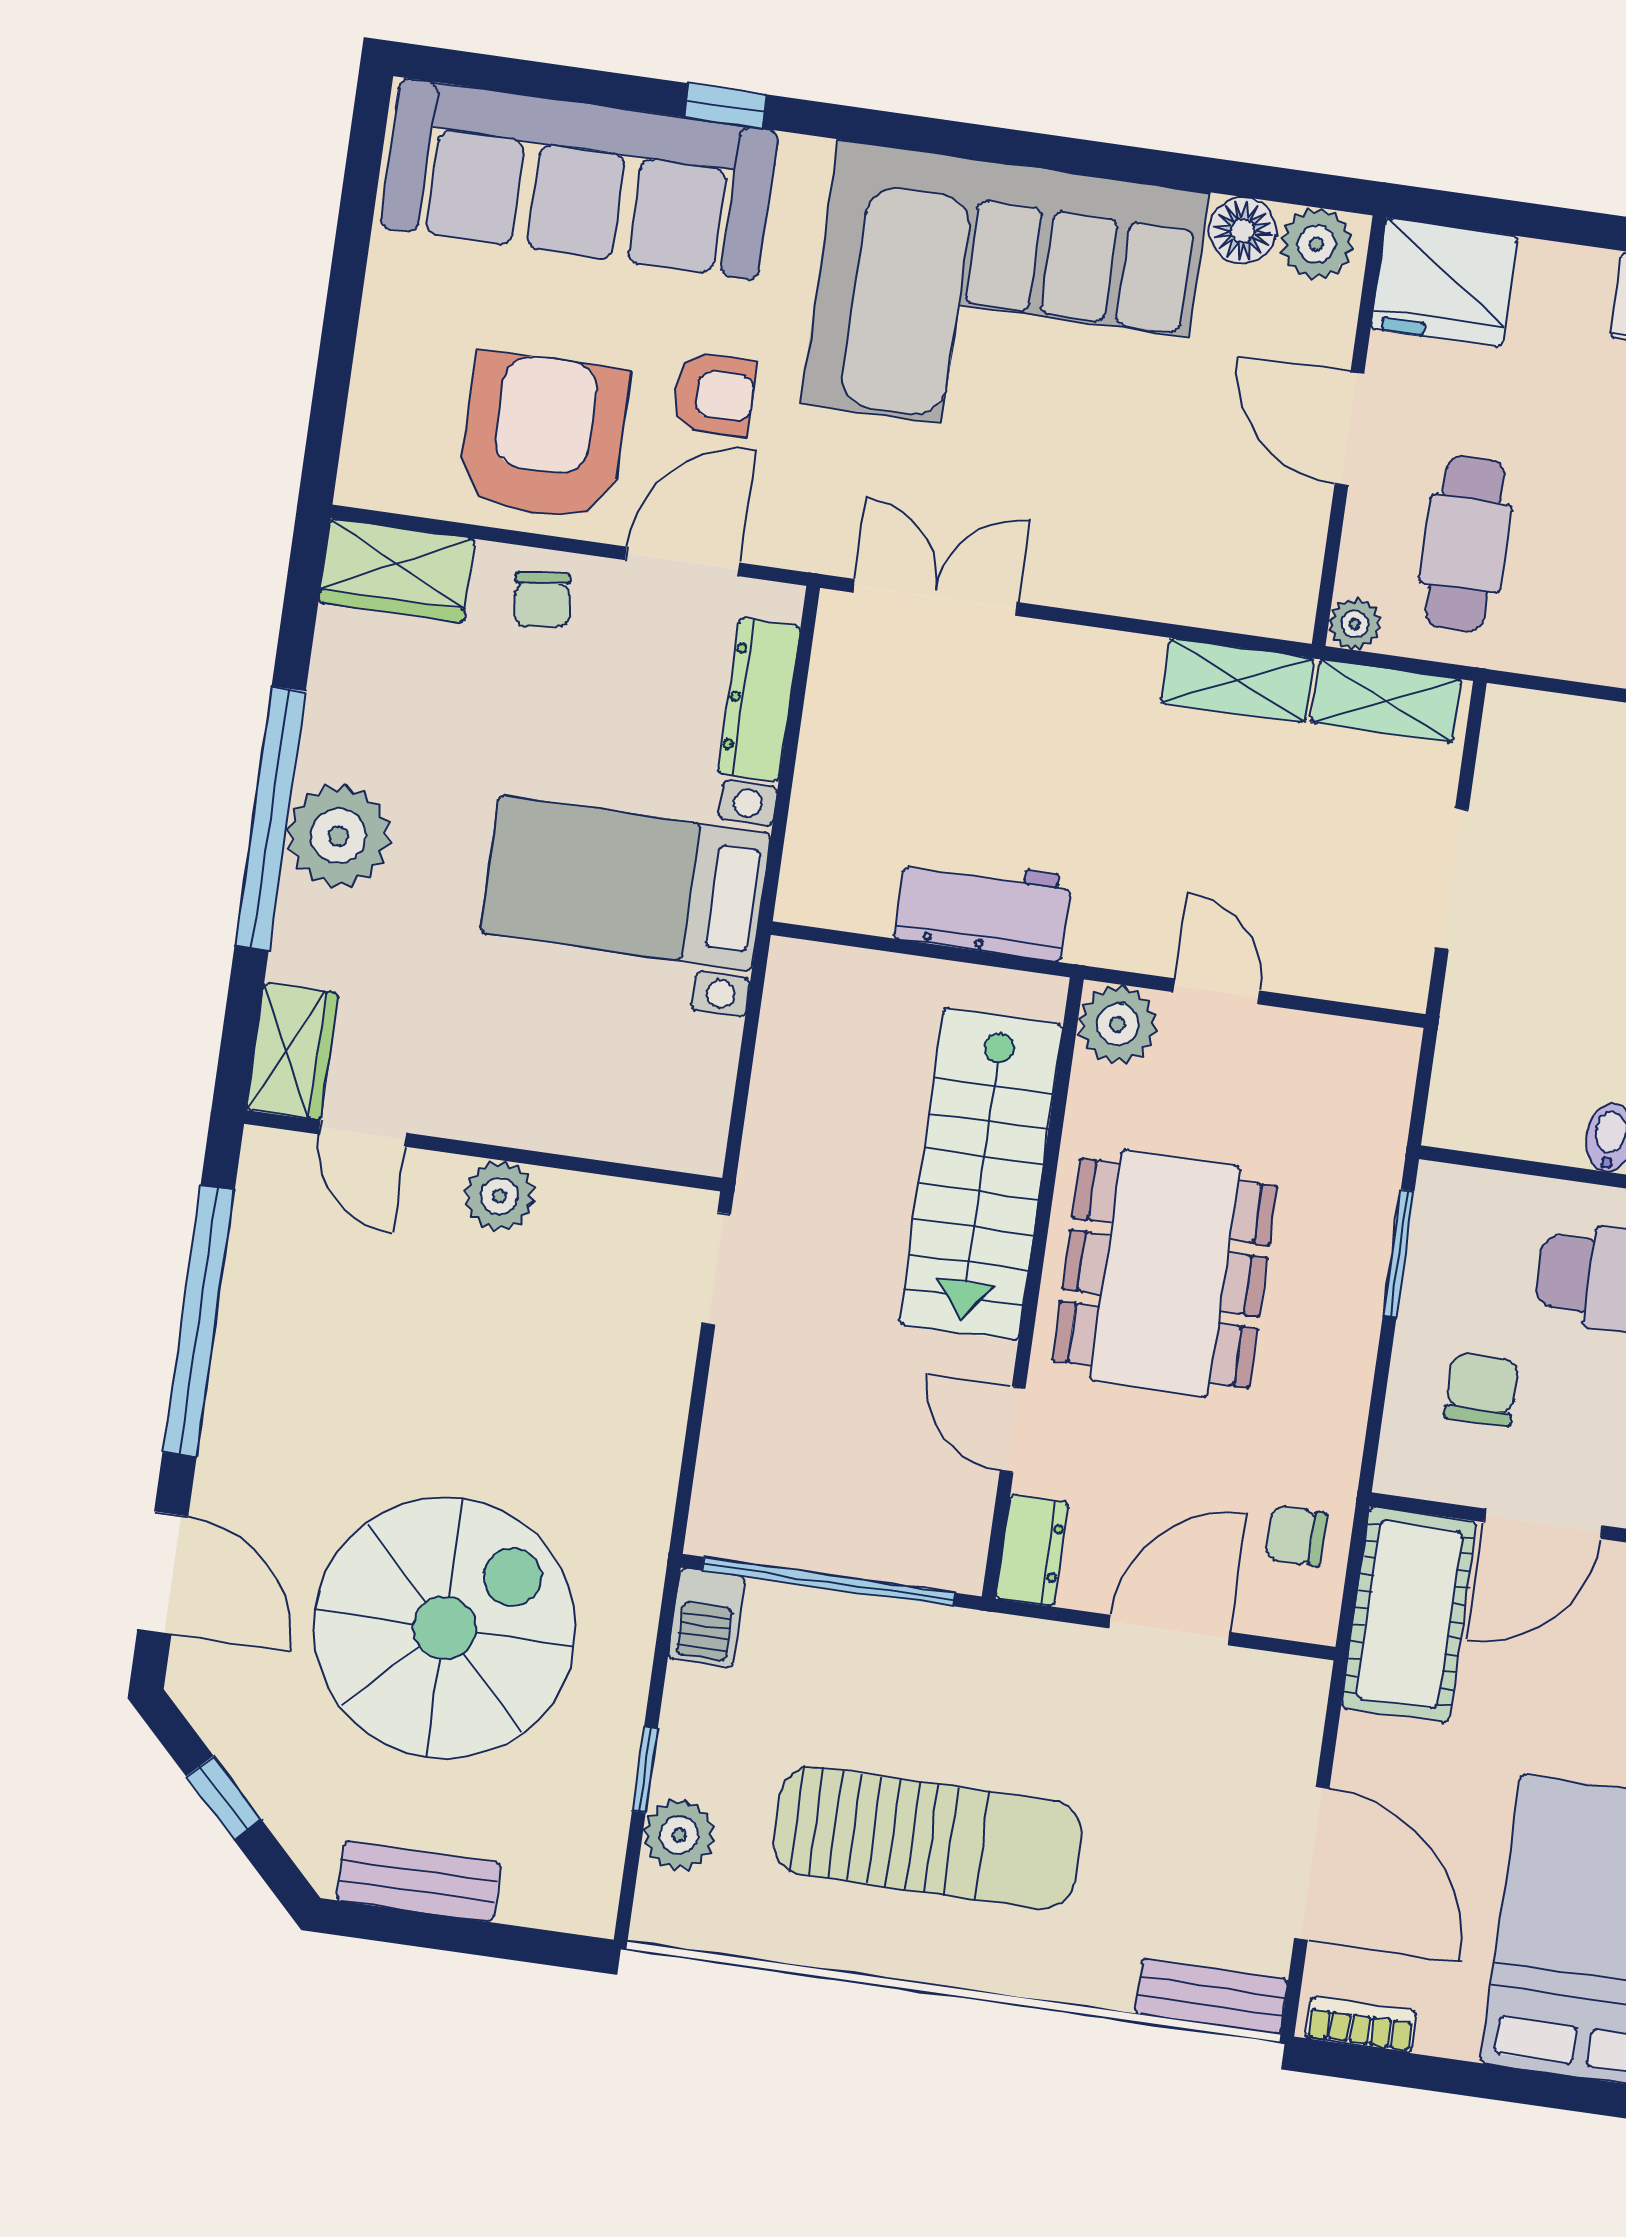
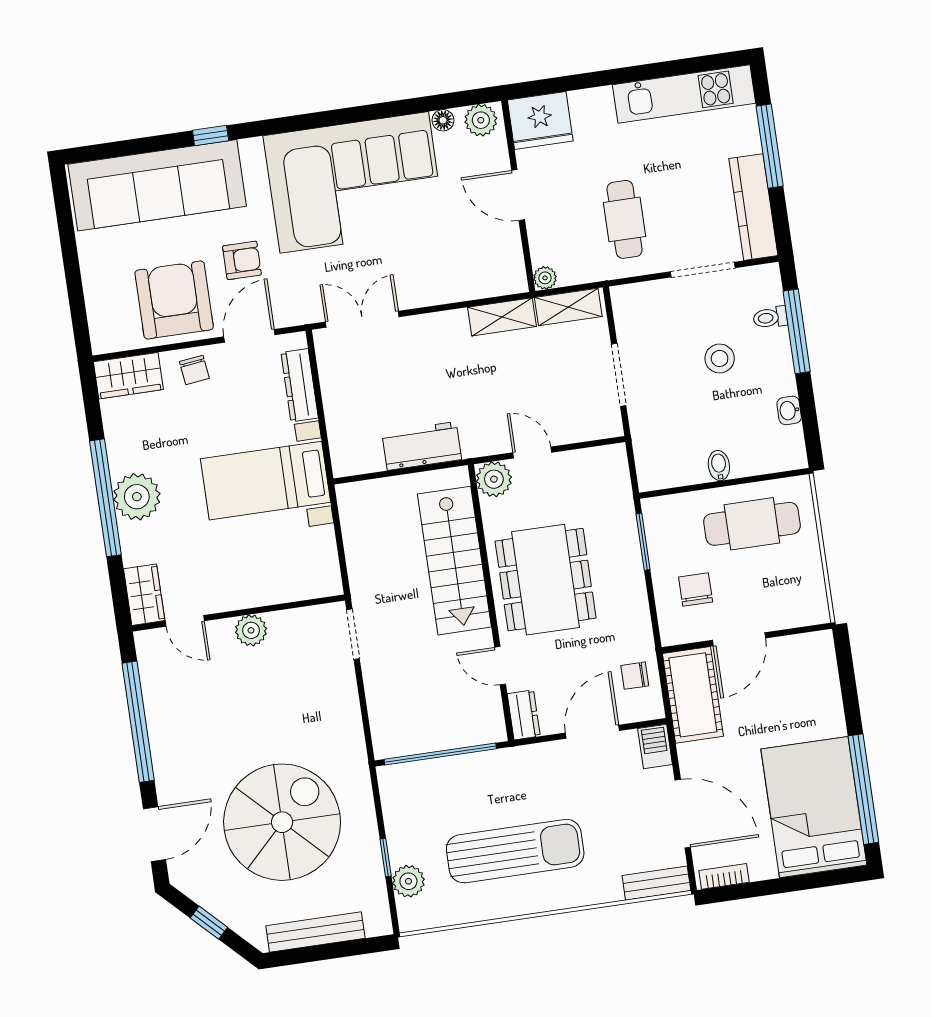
floor lamp: (1243, 231) -> (443, 120), width x0.73, depth x0.73
cafe table: (1465, 544) -> (625, 219), moved
door: (163, 1573) -> (154, 834), hinge flipped
barbecue: (707, 1618) -> (655, 746), moved, turned 180
bench: (419, 1881) -> (315, 932), width x1.36

